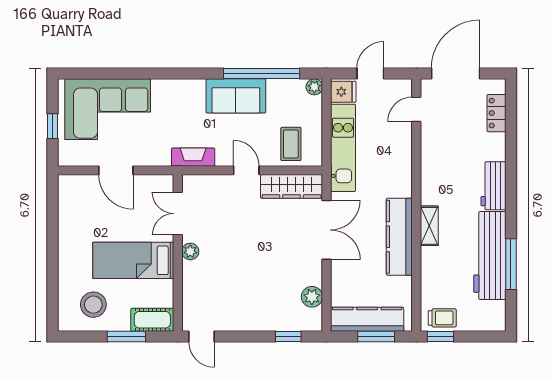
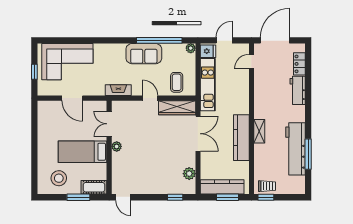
workbench: (493, 186) -> (298, 90), moved

